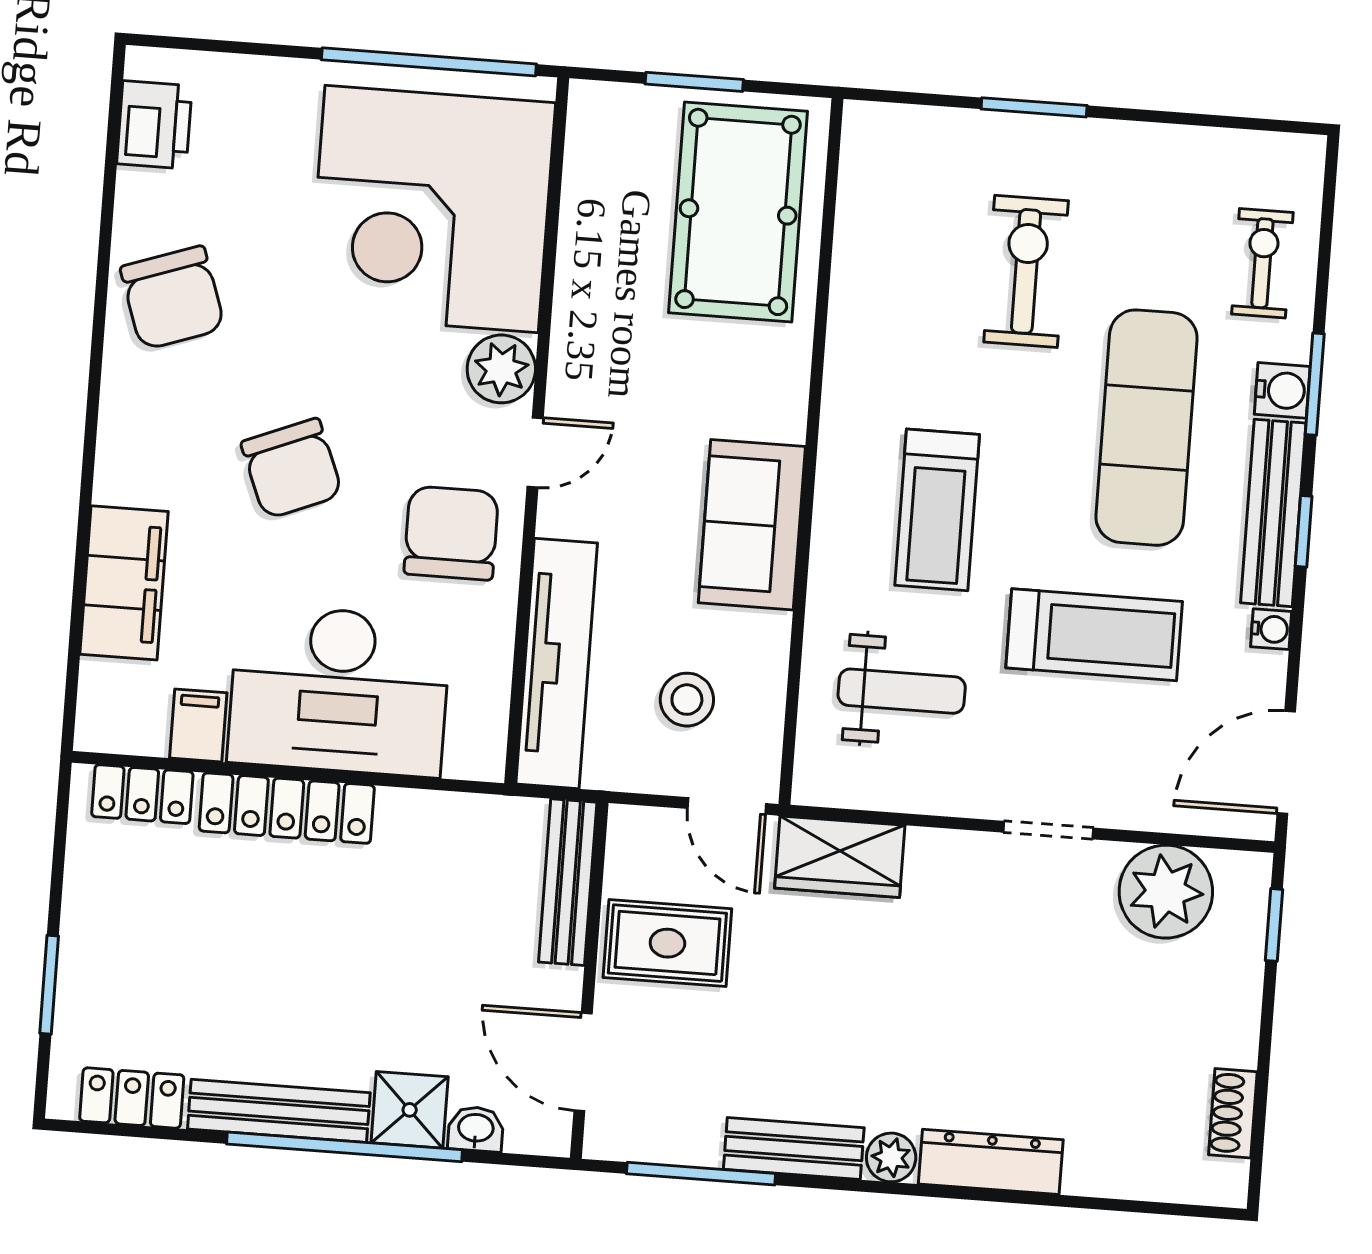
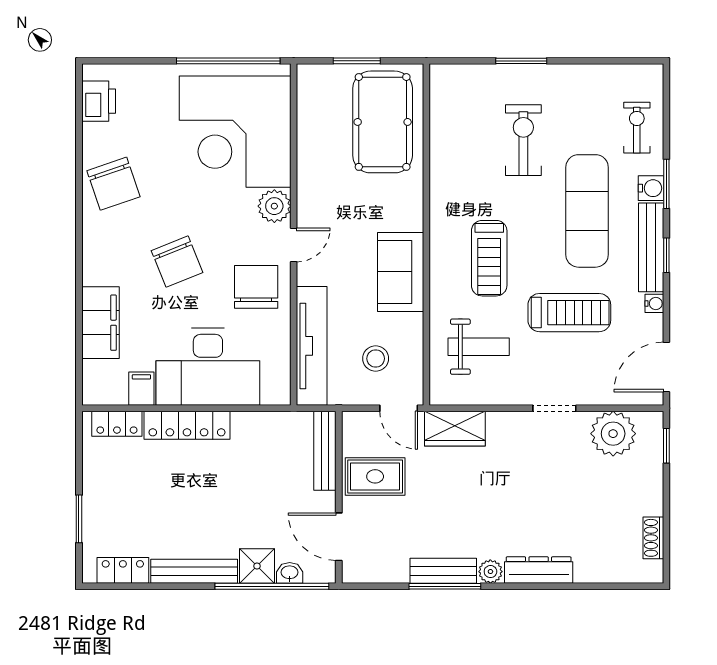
window: (344, 1147) -> (272, 586), moved
window: (701, 1174) -> (445, 586), moved

